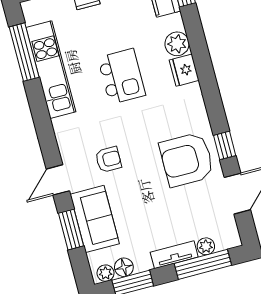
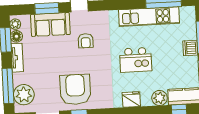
plant: (177, 44) -> (160, 98), moved
plant: (206, 246) -> (24, 95), width x1.88, depth x1.88
tv unit: (174, 255) -> (17, 58), moved

